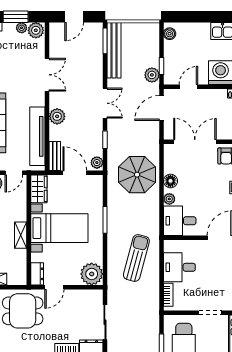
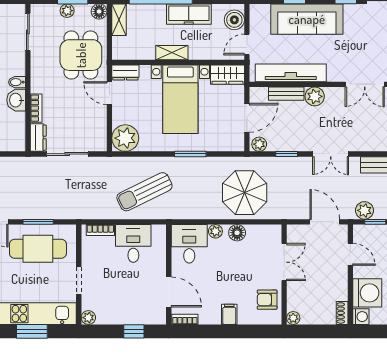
double door: (195, 142) -> (284, 262), width x0.73
bench: (55, 156) -> (286, 94), moved
door: (14, 173) -> (247, 44), hinge flipped
sun lounger: (136, 258) -> (144, 192), turned 139

